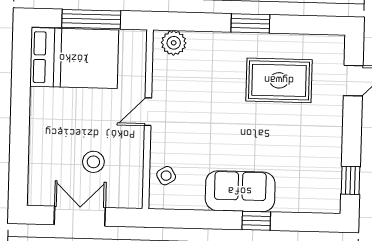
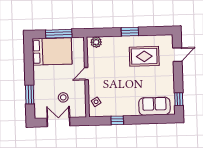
window: (19, 151) -> (30, 94), added
sofa: (240, 191) -> (154, 106), moved
window: (256, 221) -> (117, 120), moved

